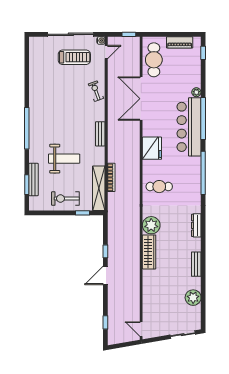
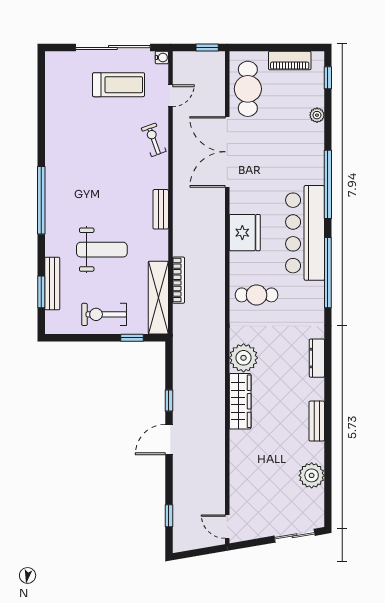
door: (106, 52) -> (170, 96), moved
plant: (196, 92) -> (317, 115), moved
bar counter: (189, 127) -> (305, 233), moved

